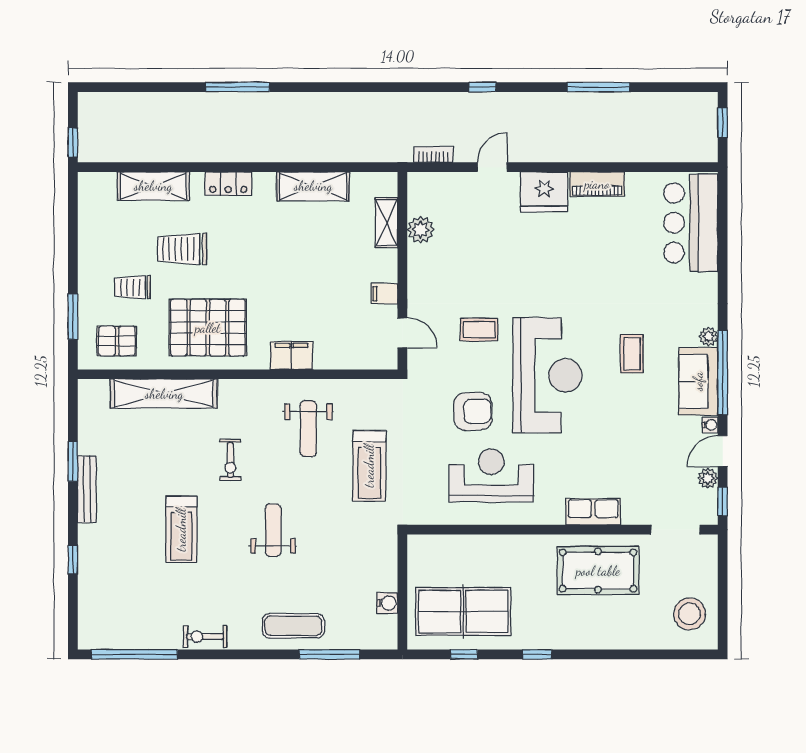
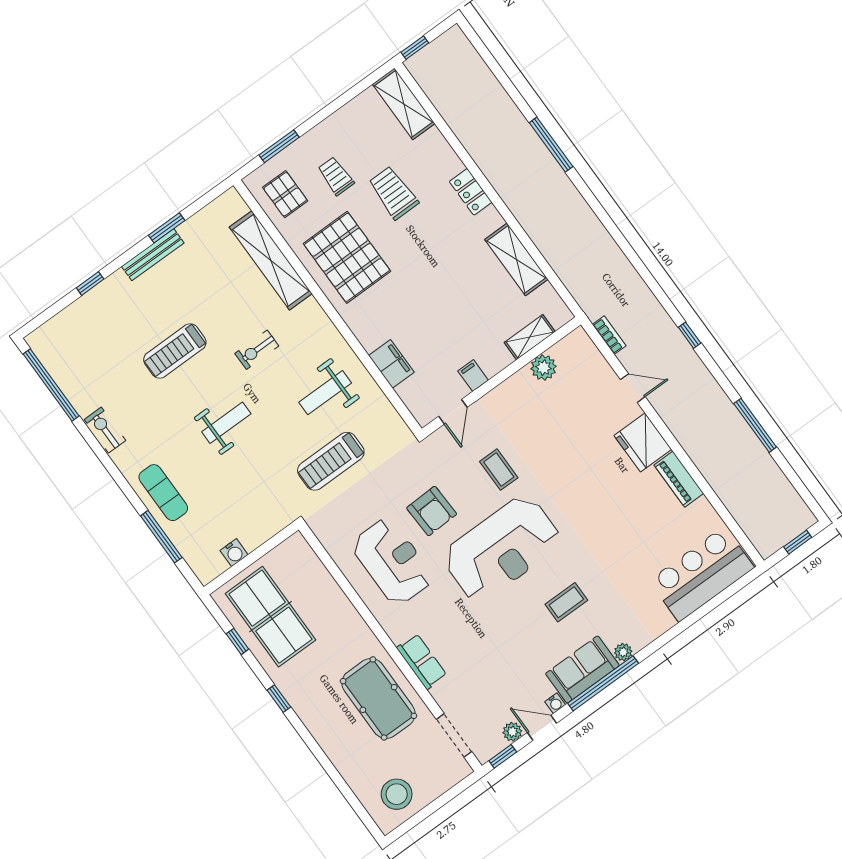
shelving: (153, 186) -> (404, 104), moved
filing cabinet: (292, 355) -> (391, 364), moved

